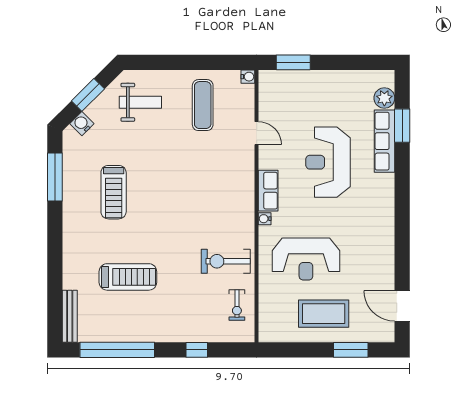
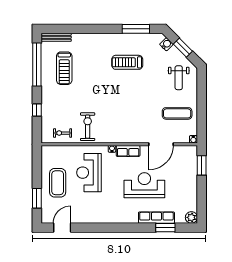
plant: (384, 98) -> (191, 217), moved
door: (257, 133) -> (161, 144), width x1.87
treadmill: (128, 277) -> (64, 68), moved

